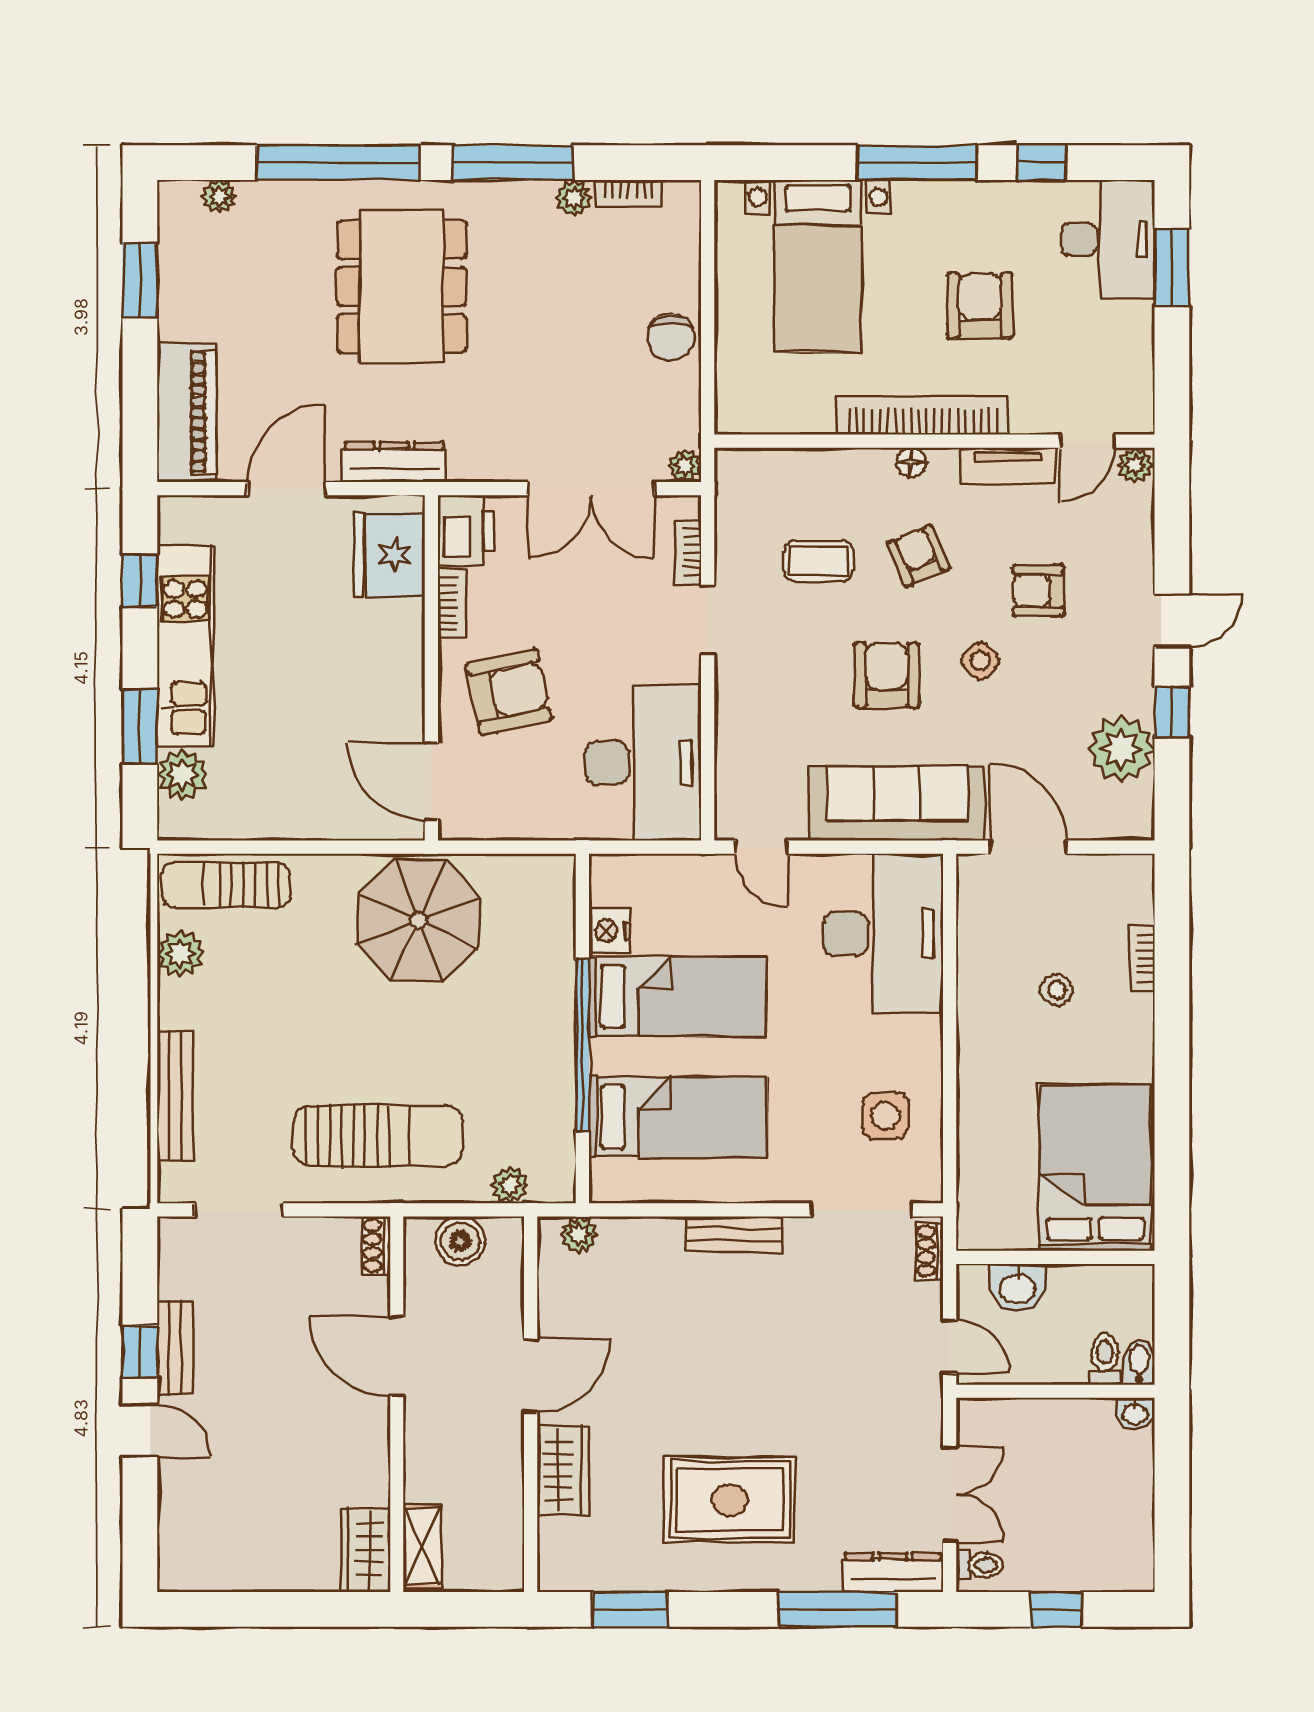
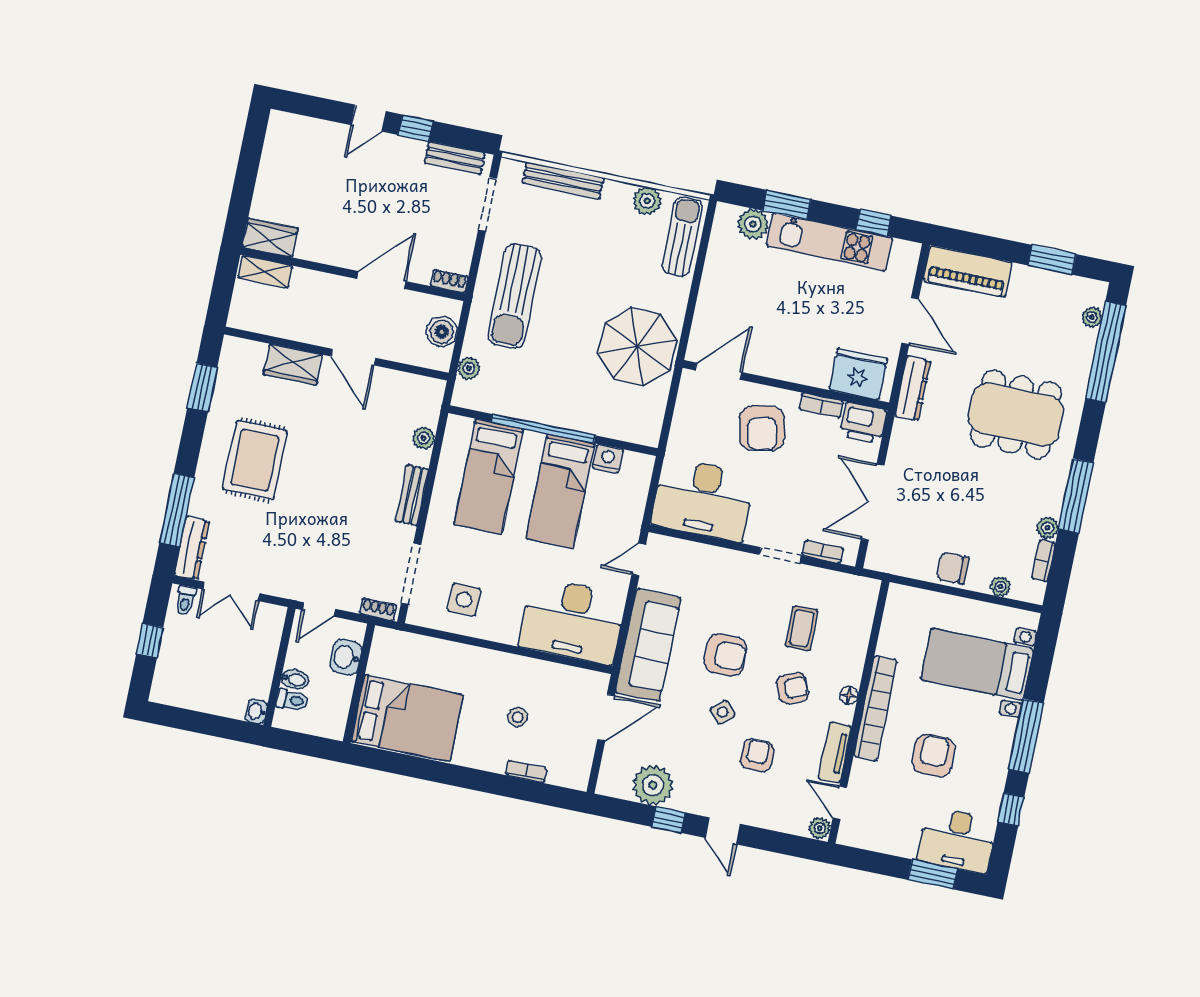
window: (338, 163) -> (1106, 352), moved
armchair: (980, 306) -> (934, 756), turned -90
plant: (685, 466) -> (1000, 587), moved
plant: (579, 1235) -> (424, 438), moved
bench: (175, 1348) -> (455, 158), moved
bidet: (1139, 1362) -> (295, 679), moved

